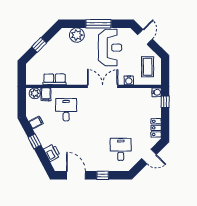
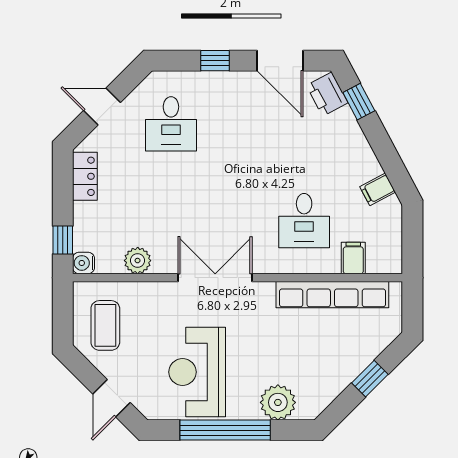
window: (98, 24) -> (225, 430), width x1.46
row of seats: (54, 79) -> (332, 295), width x2.02
water cooler: (129, 80) -> (151, 292), removed
double door: (103, 86) -> (215, 278), swing flipped
plant: (35, 93) -> (138, 261), moved
window: (35, 141) -> (359, 102), moved
printer: (52, 153) -> (327, 94), moved

